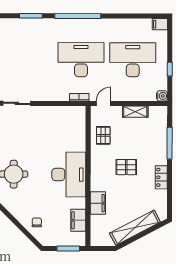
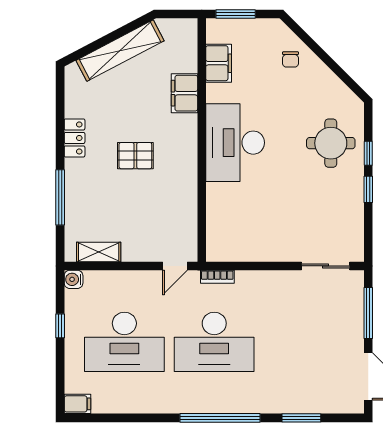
shelving: (135, 112) -> (99, 252), moved
pallet: (103, 135) -> (175, 211), removed

